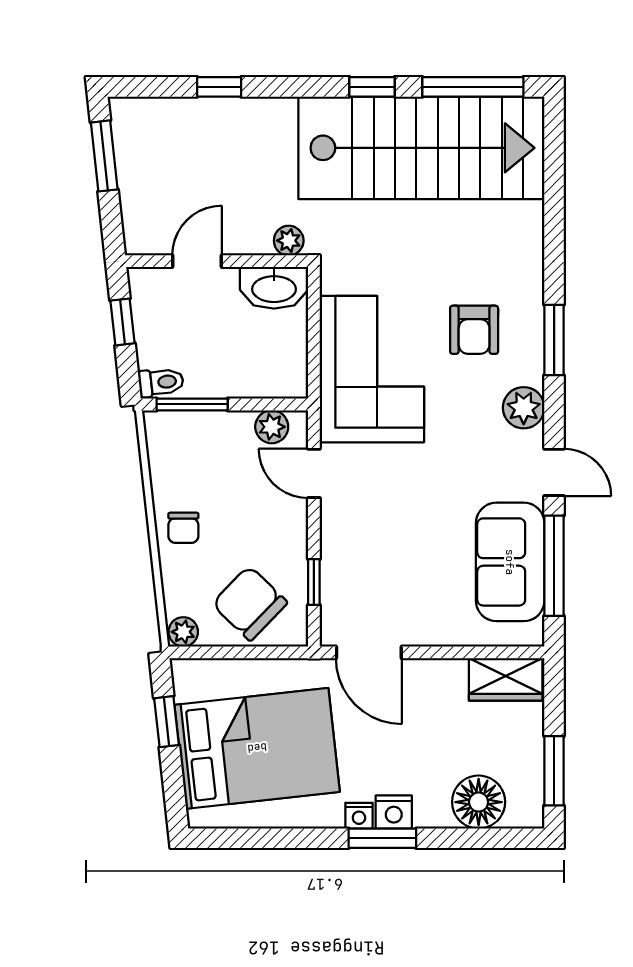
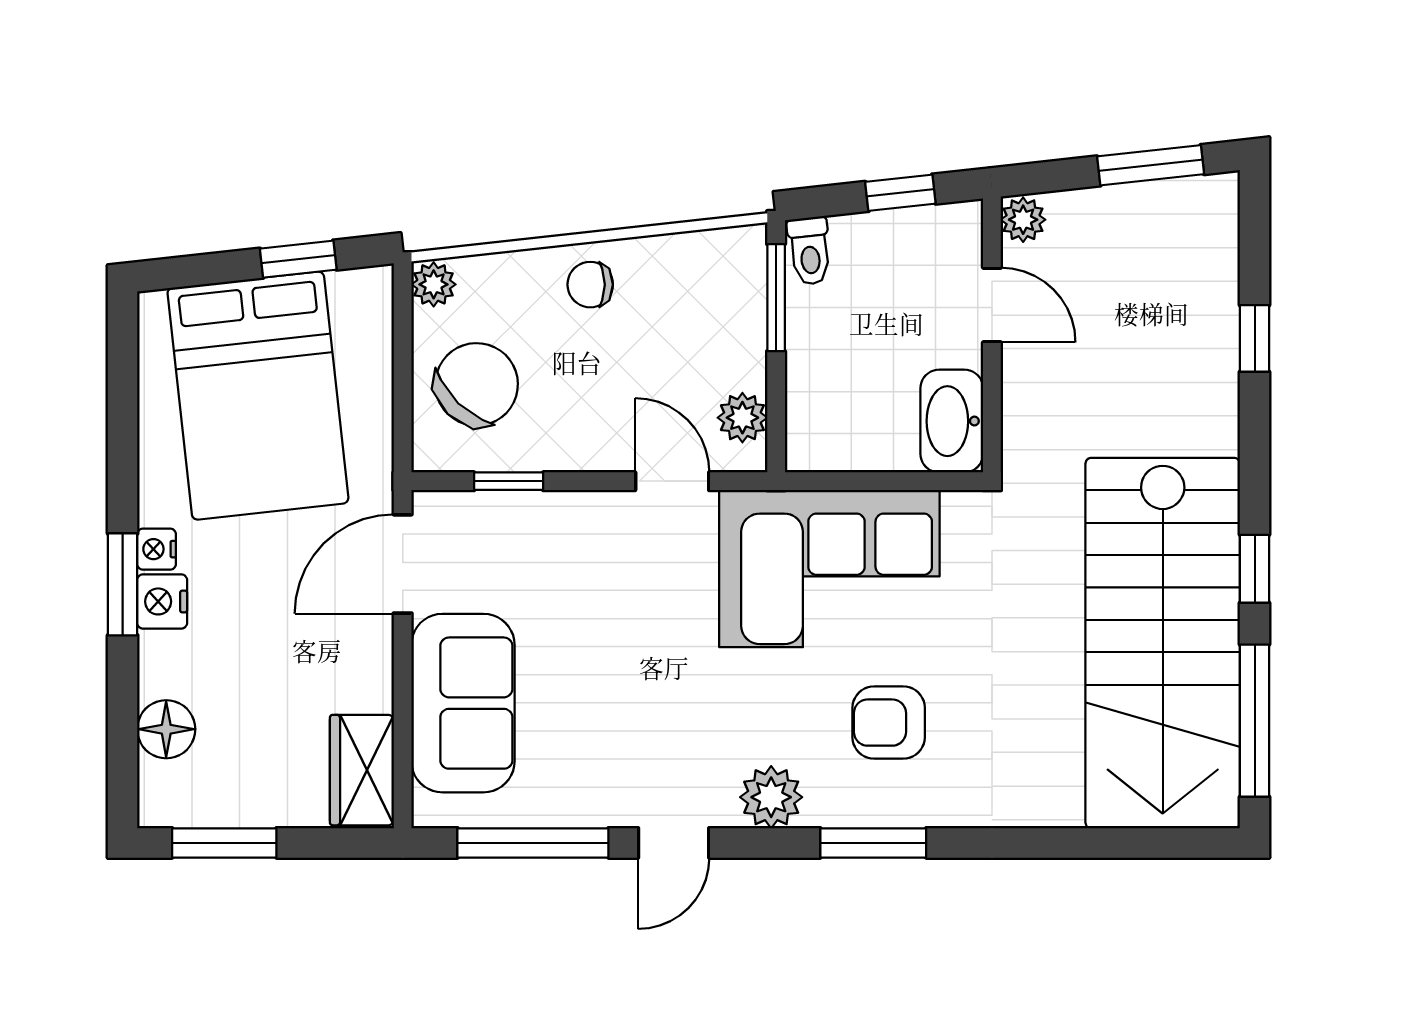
plant: (289, 241) -> (1023, 220), moved
door: (314, 473) -> (672, 481), hinge flipped
sofa: (510, 562) -> (463, 703), moved, turned 90
floor lamp: (479, 802) -> (166, 729), width x0.73, depth x0.73

